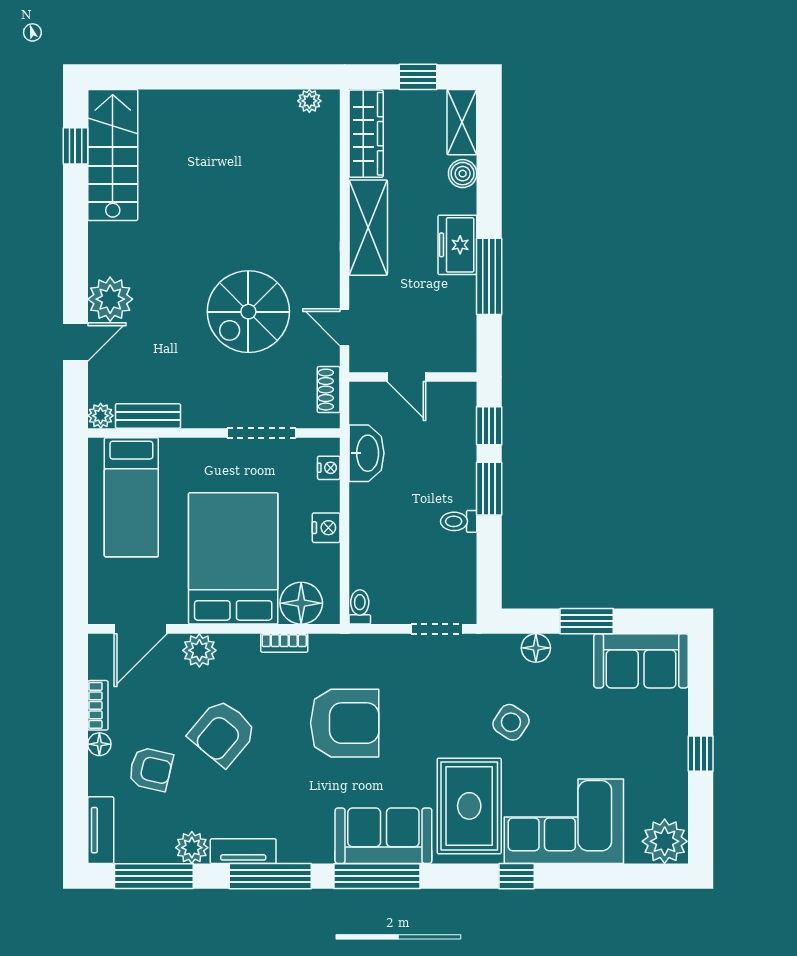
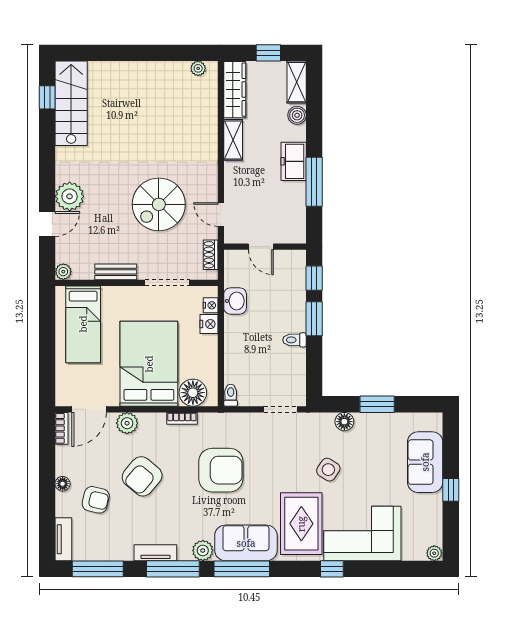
shelving: (368, 228) -> (233, 140), width x0.67, depth x0.75
bench: (148, 416) -> (116, 272), moved
washbasin: (367, 453) -> (235, 301), width x0.72
nightstand: (326, 528) -> (209, 324), moved
sofa: (641, 661) -> (425, 462), moved, turned 90
bookcase: (98, 705) -> (62, 428), moved
plant: (665, 841) -> (434, 553), width x0.53, depth x0.53
plant: (192, 848) -> (203, 550), moved

